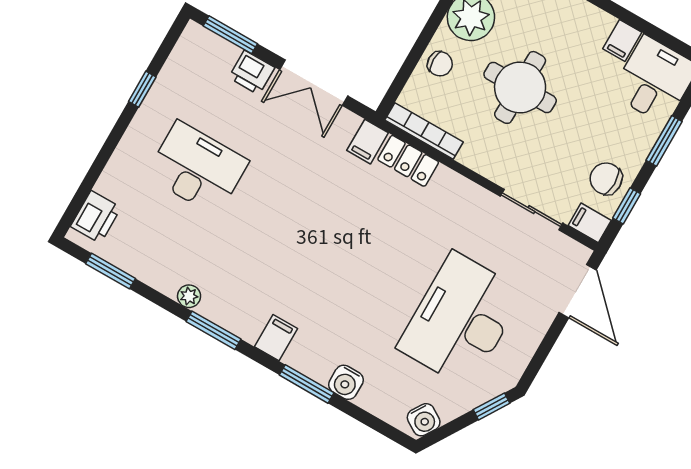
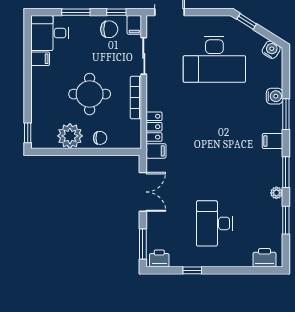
chair: (440, 64) -> (100, 138), turned 90
printer: (252, 73) -> (159, 259), moved, turned -90
bookcase: (424, 131) -> (136, 98), moved
chair: (606, 179) -> (109, 29), turned -90
window: (110, 271) -> (286, 220), moved

